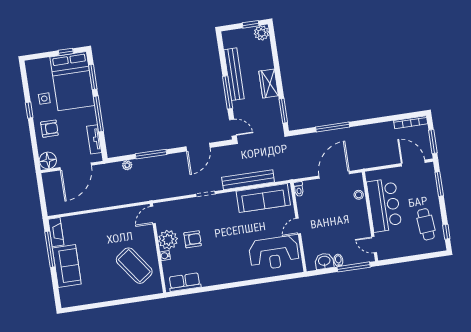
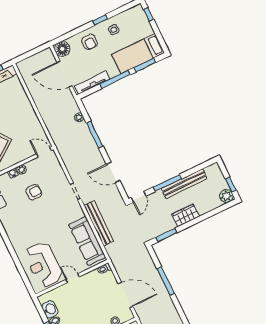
window: (66, 52) -> (148, 14), moved
bed: (72, 81) -> (138, 54), width x0.67
tv unit: (94, 139) -> (92, 83), width x1.41
armchair: (193, 239) -> (34, 192), turned -90
plant: (168, 240) -> (22, 170), width x0.53, depth x0.53

